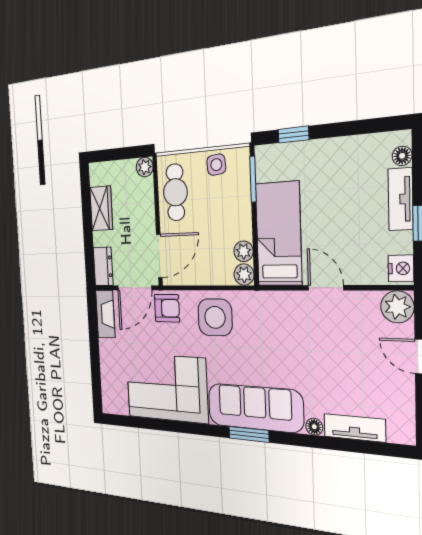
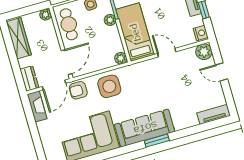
wardrobe: (101, 208) -> (19, 38), width x1.50
plant: (244, 251) -> (110, 20), moved
armchair: (167, 308) -> (78, 90), turned 180
floor lamp: (314, 427) -> (179, 126), removed
tv unit: (354, 428) -> (214, 114), moved
window: (249, 434) -> (157, 141), moved

